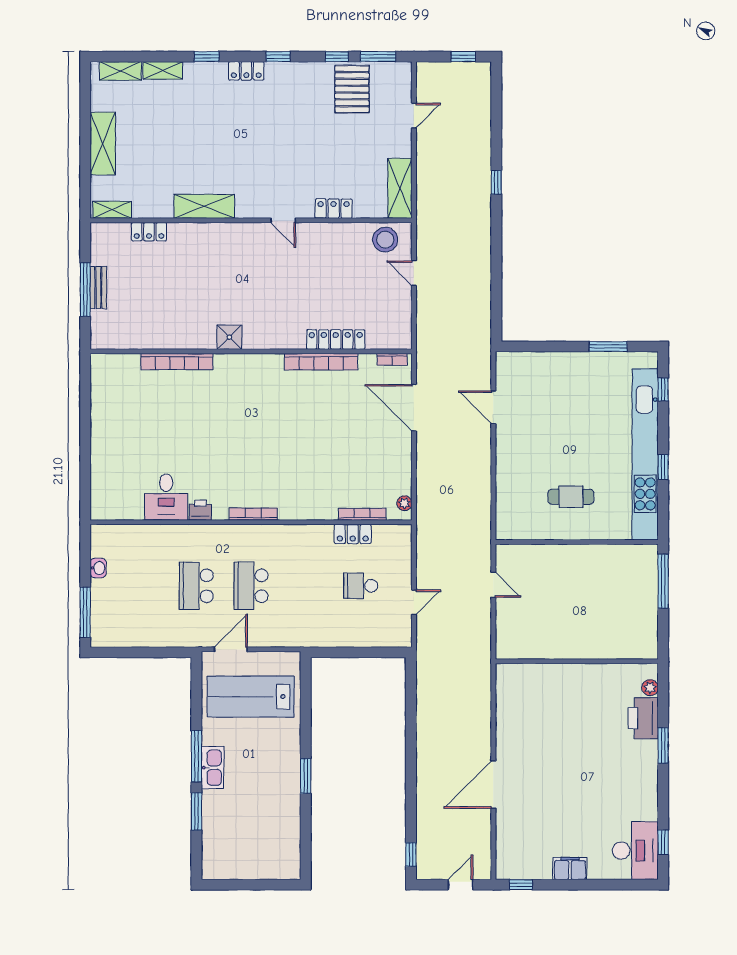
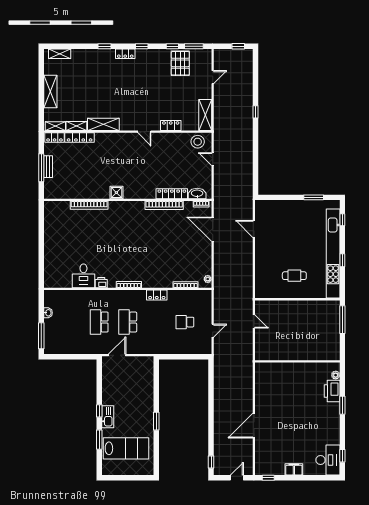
shelving: (163, 70) -> (76, 126), moved
locker: (111, 232) -> (55, 138), added
locker: (149, 232) -> (80, 138), width x1.53
washbasin: (384, 339) -> (197, 194), added
locker: (353, 534) -> (157, 295), moved
lab bench: (251, 697) -> (126, 448), moved, turned 180
window: (196, 756) -> (99, 411), width x0.46

